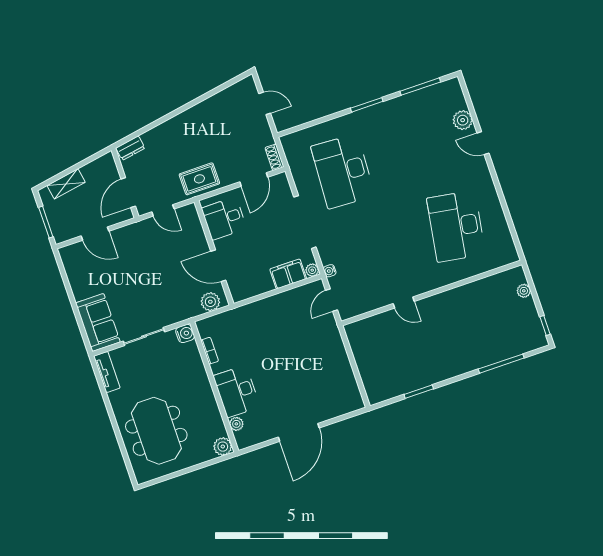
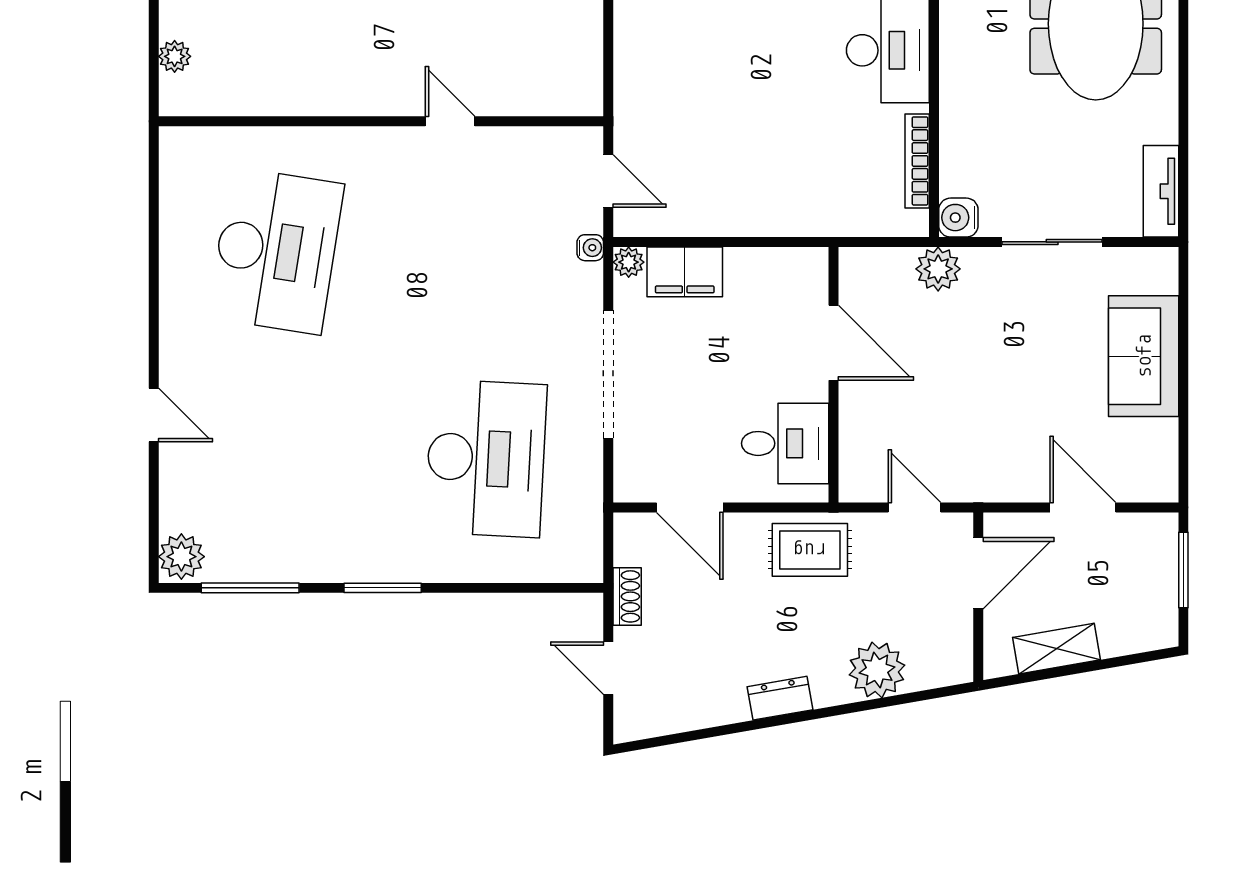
plant: (463, 120) -> (181, 557), moved
plant: (156, 140) -> (877, 670), added
dresser: (130, 148) -> (780, 698), moved
shoe rack: (274, 157) -> (627, 596), moved
door: (254, 179) -> (690, 507), swing flipped
shelving: (66, 184) -> (1057, 649), moved
door: (332, 300) -> (608, 181), hinge flipped
plant: (210, 302) -> (938, 269), moved
sofa: (98, 322) -> (1144, 356), moved
bookcase: (210, 351) -> (917, 161), width x1.56

